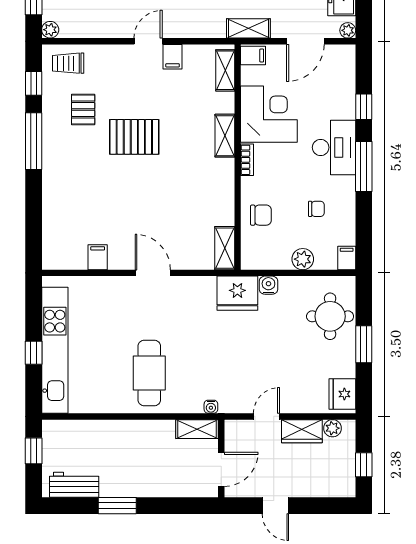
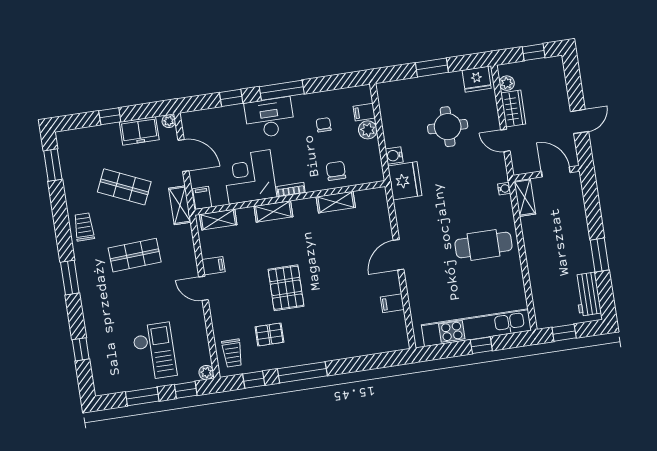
shelving: (225, 248) -> (336, 202), moved
filing cabinet: (347, 258) -> (364, 112), moved
round table: (330, 316) -> (448, 127), moved

